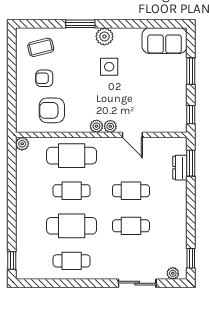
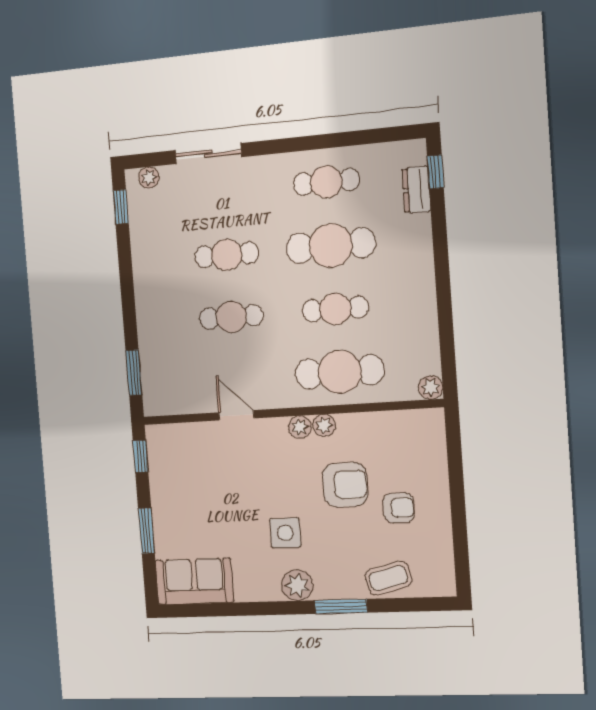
coffee table: (41, 47) -> (388, 578), moved
armchair: (52, 110) -> (345, 485), moved
plant: (110, 126) -> (324, 425), moved
dresser: (180, 168) -> (416, 190), moved, turned 180

